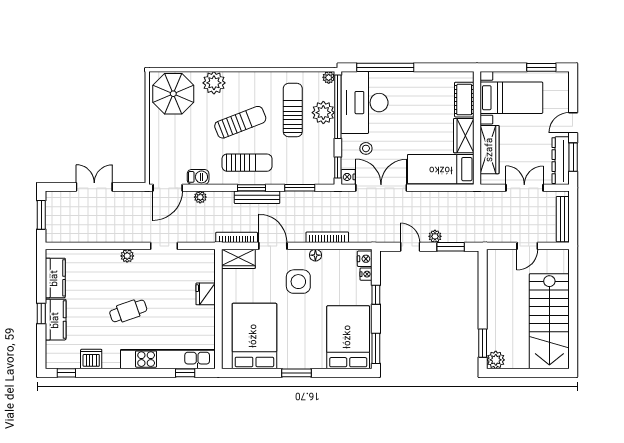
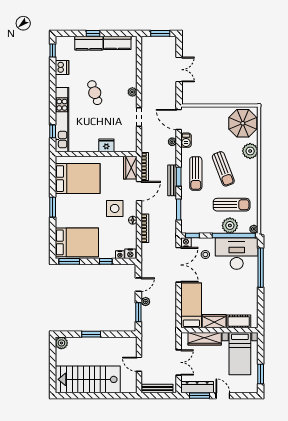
window: (483, 343) -> (91, 334), moved

